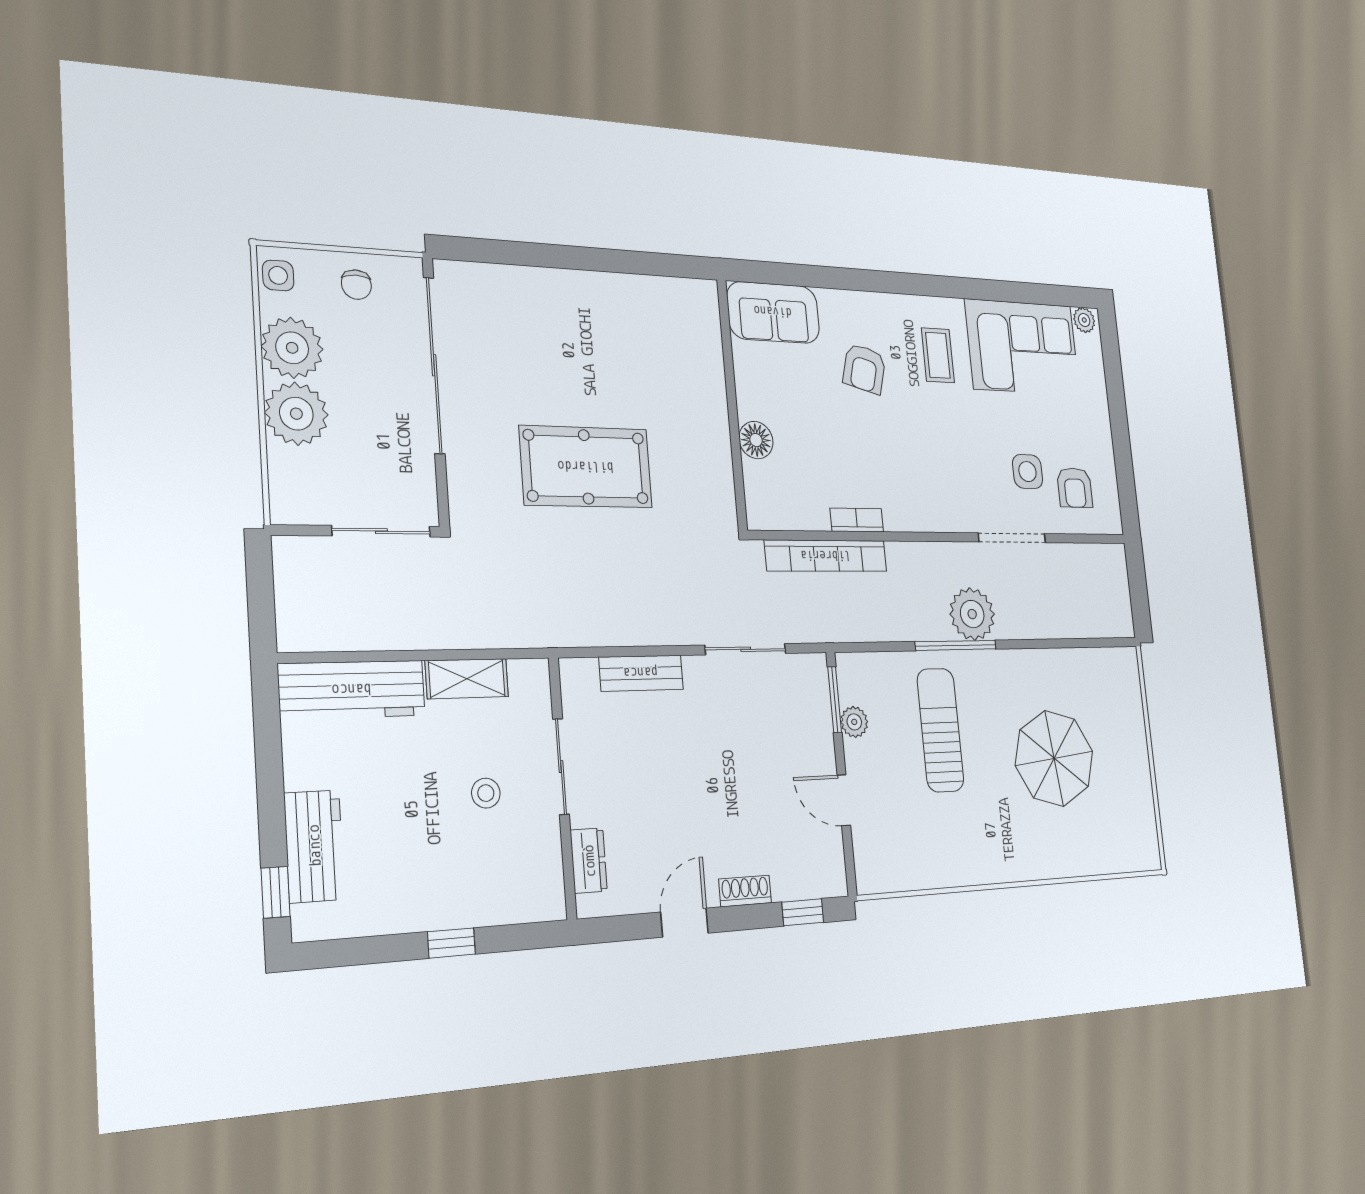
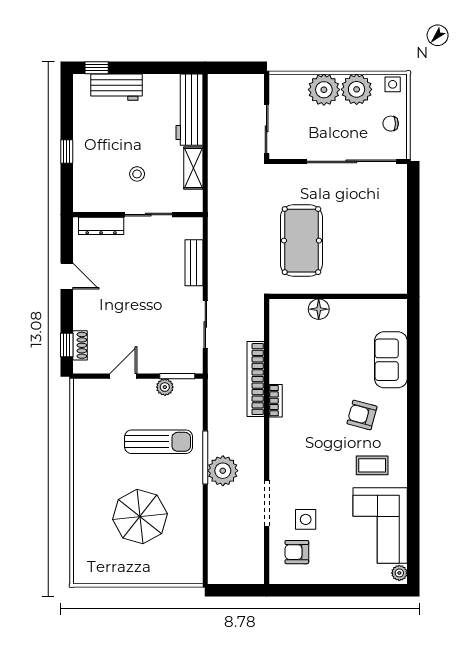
wall: (732, 404) -> (338, 296), moved
floor lamp: (756, 440) -> (319, 309), moved
dresser: (589, 861) -> (101, 226), width x1.44
shoe rack: (745, 891) -> (80, 345), moved

